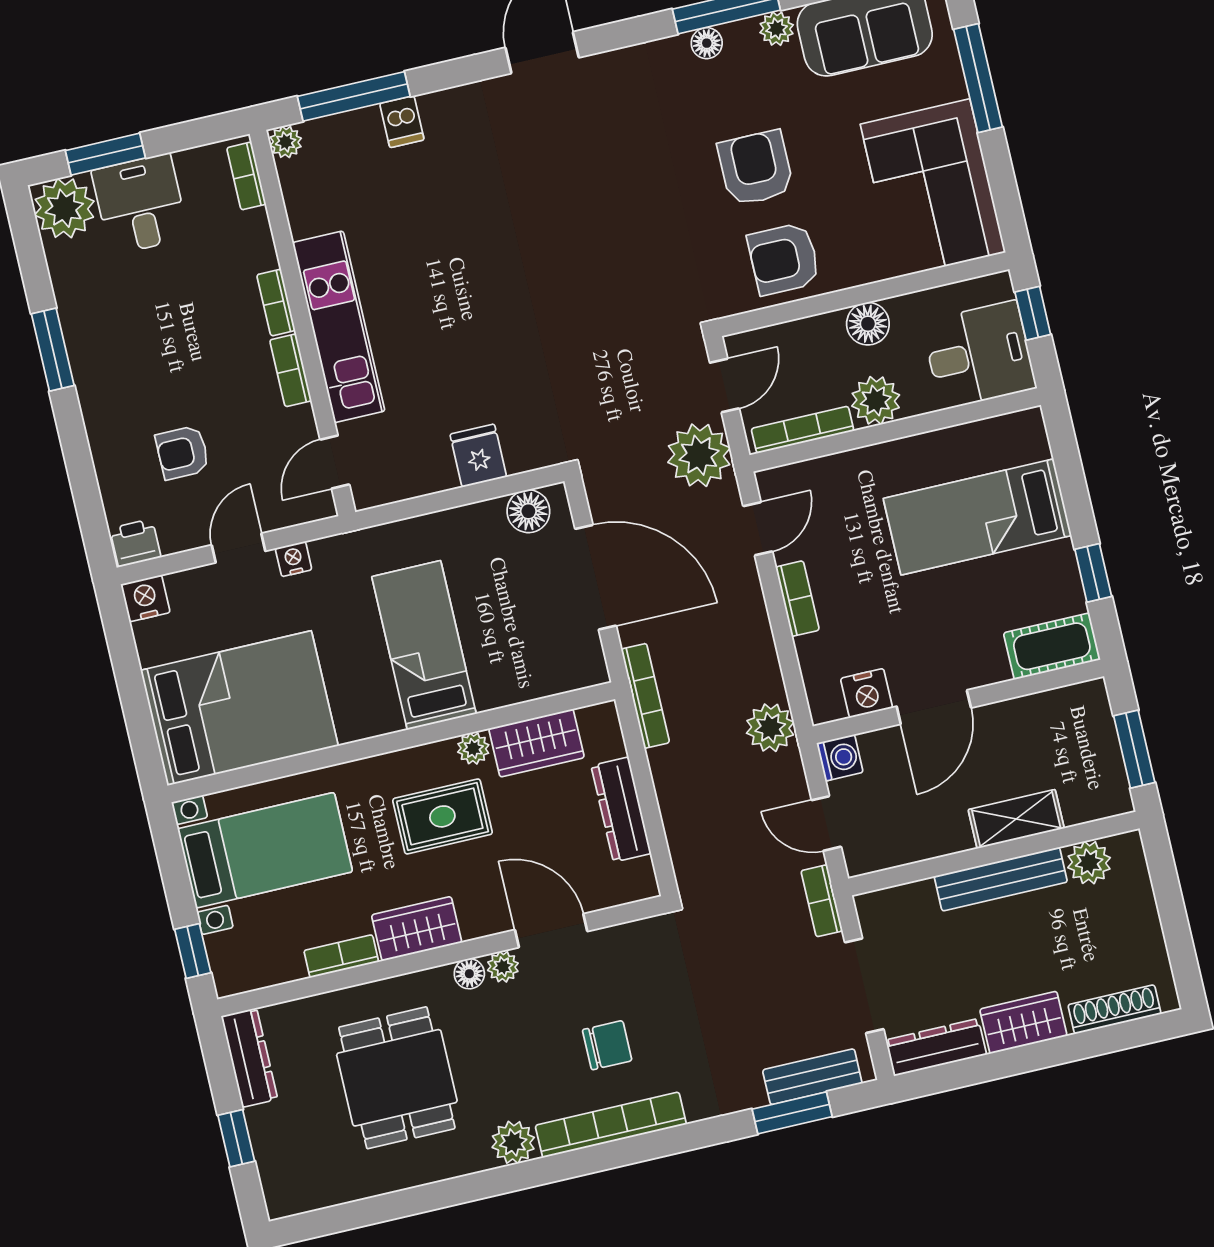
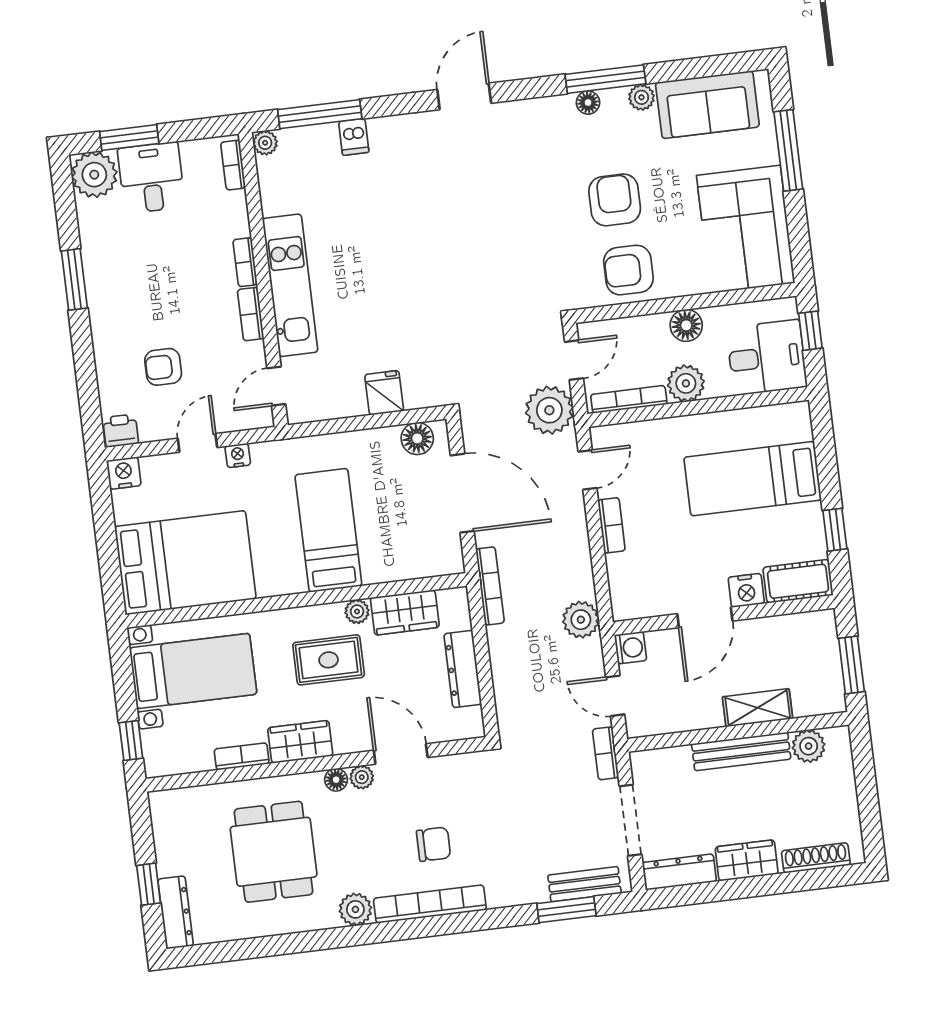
nightstand: (867, 693) -> (746, 590), moved
dresser: (249, 1058) -> (176, 912), moved

